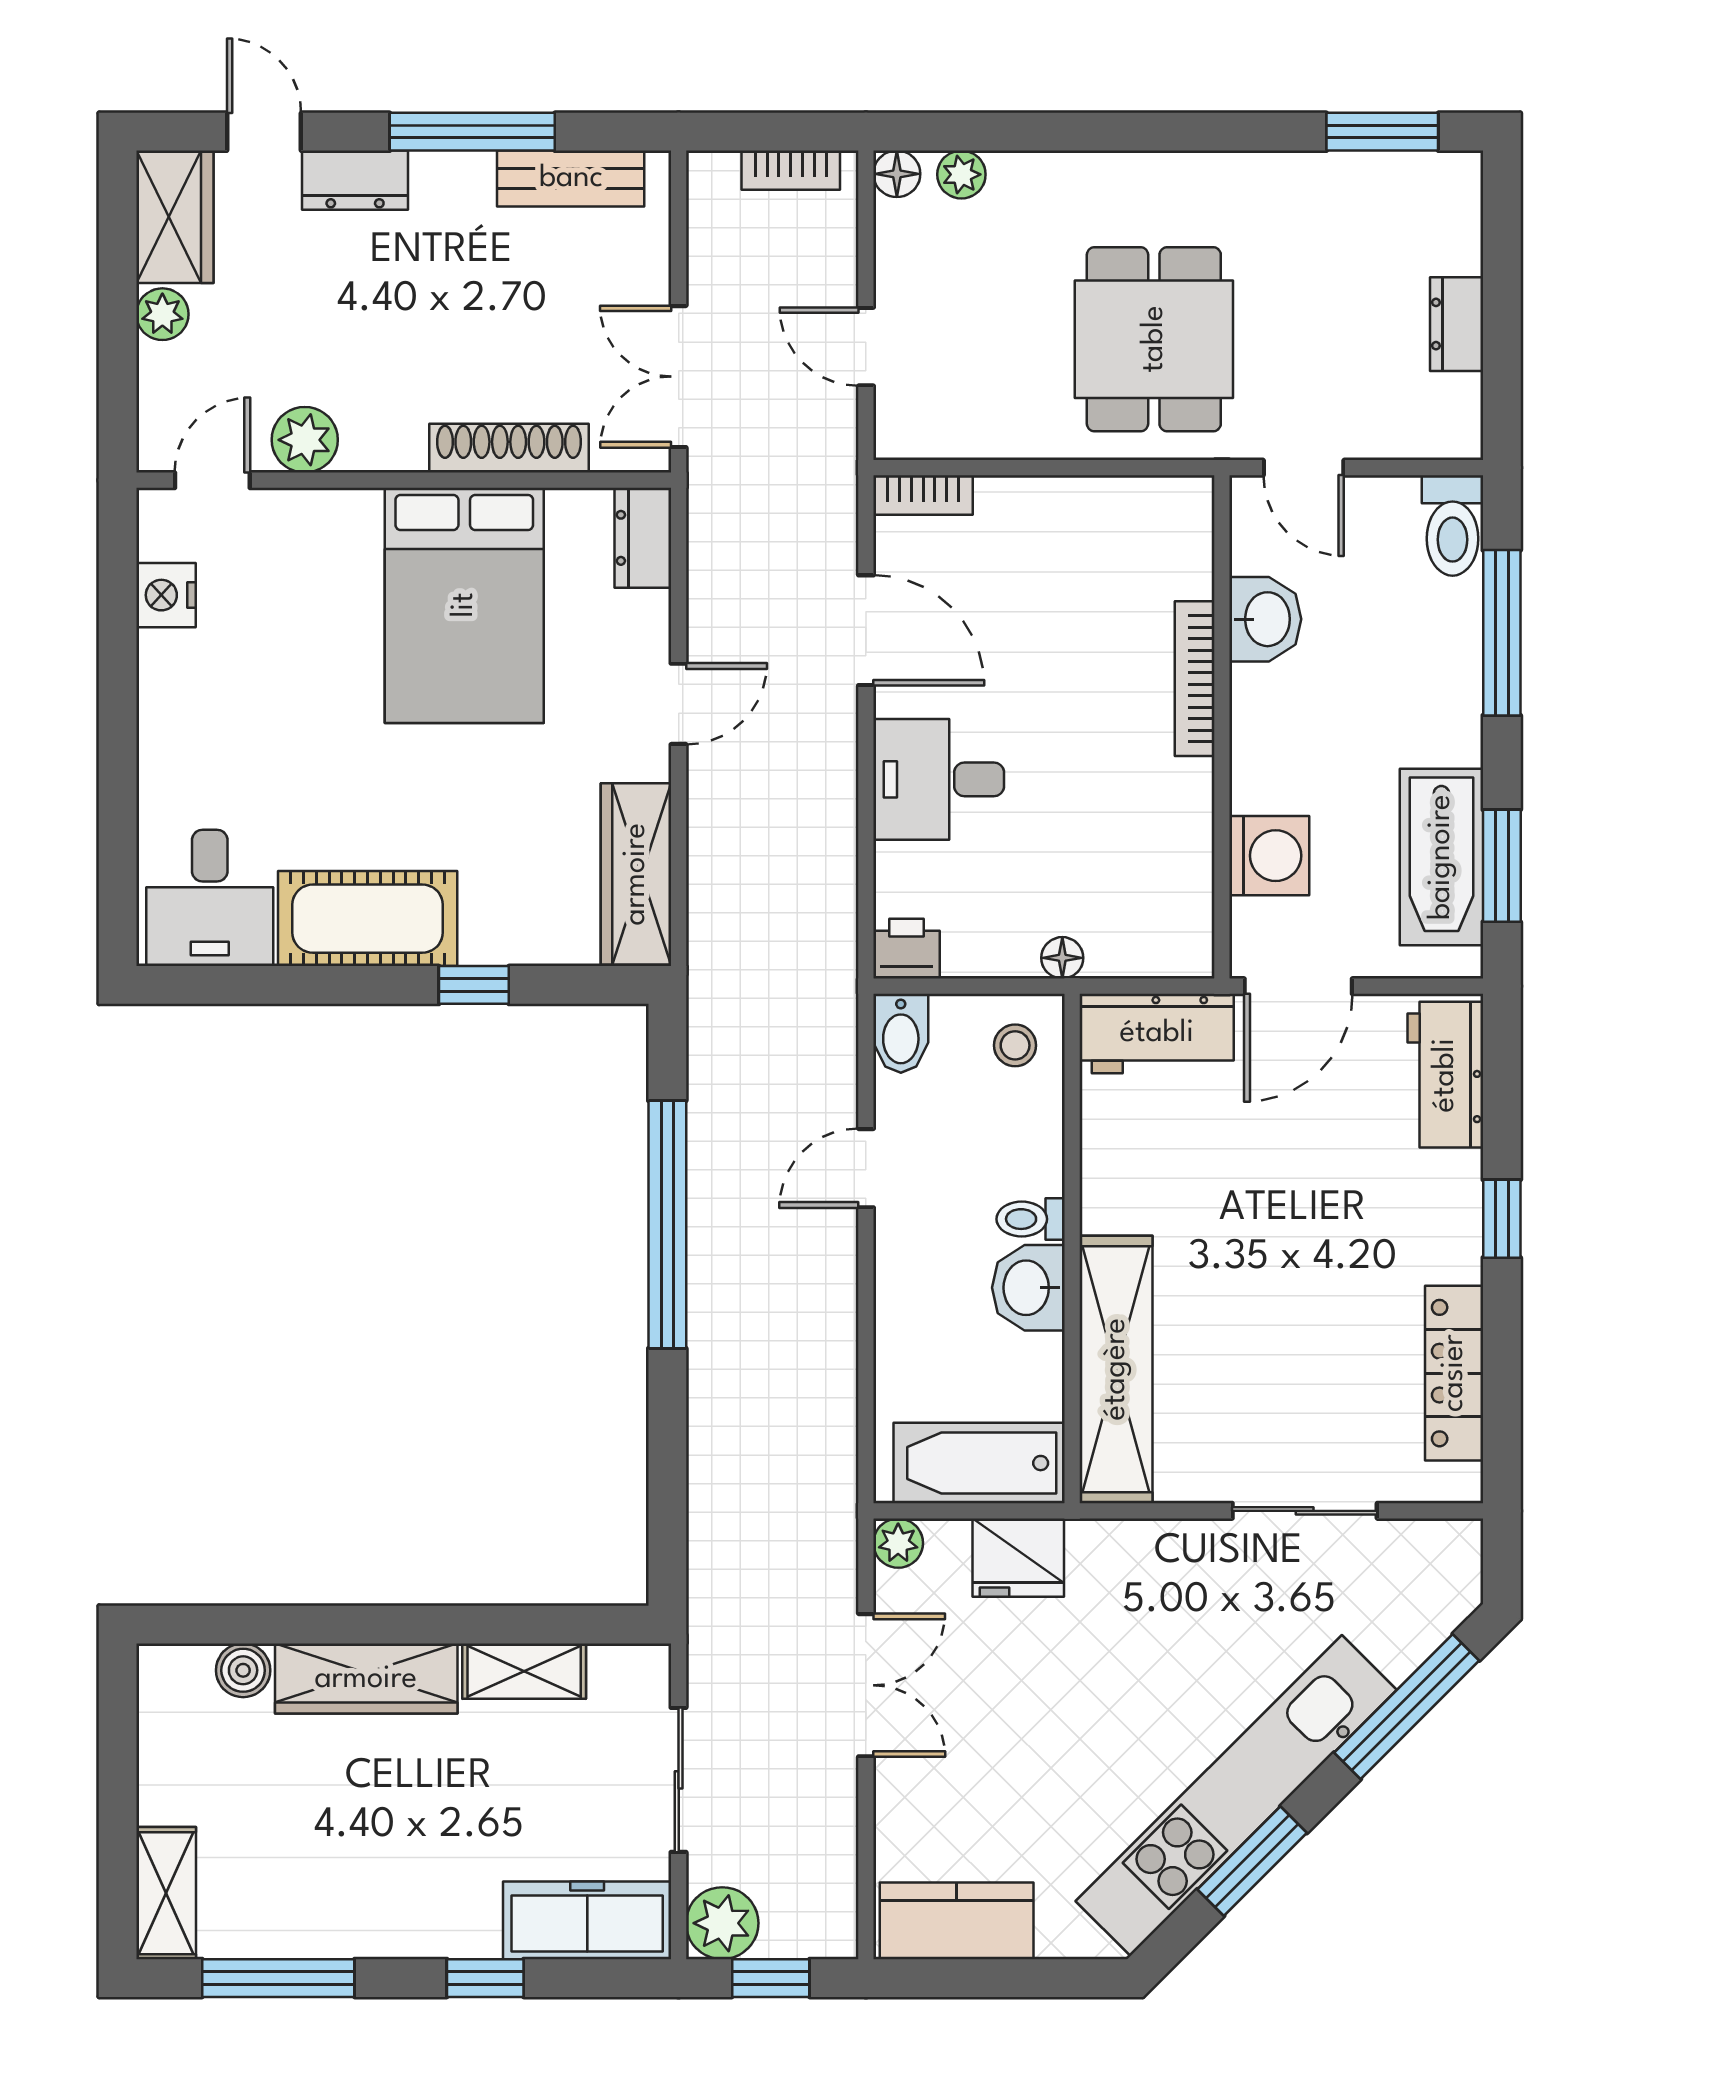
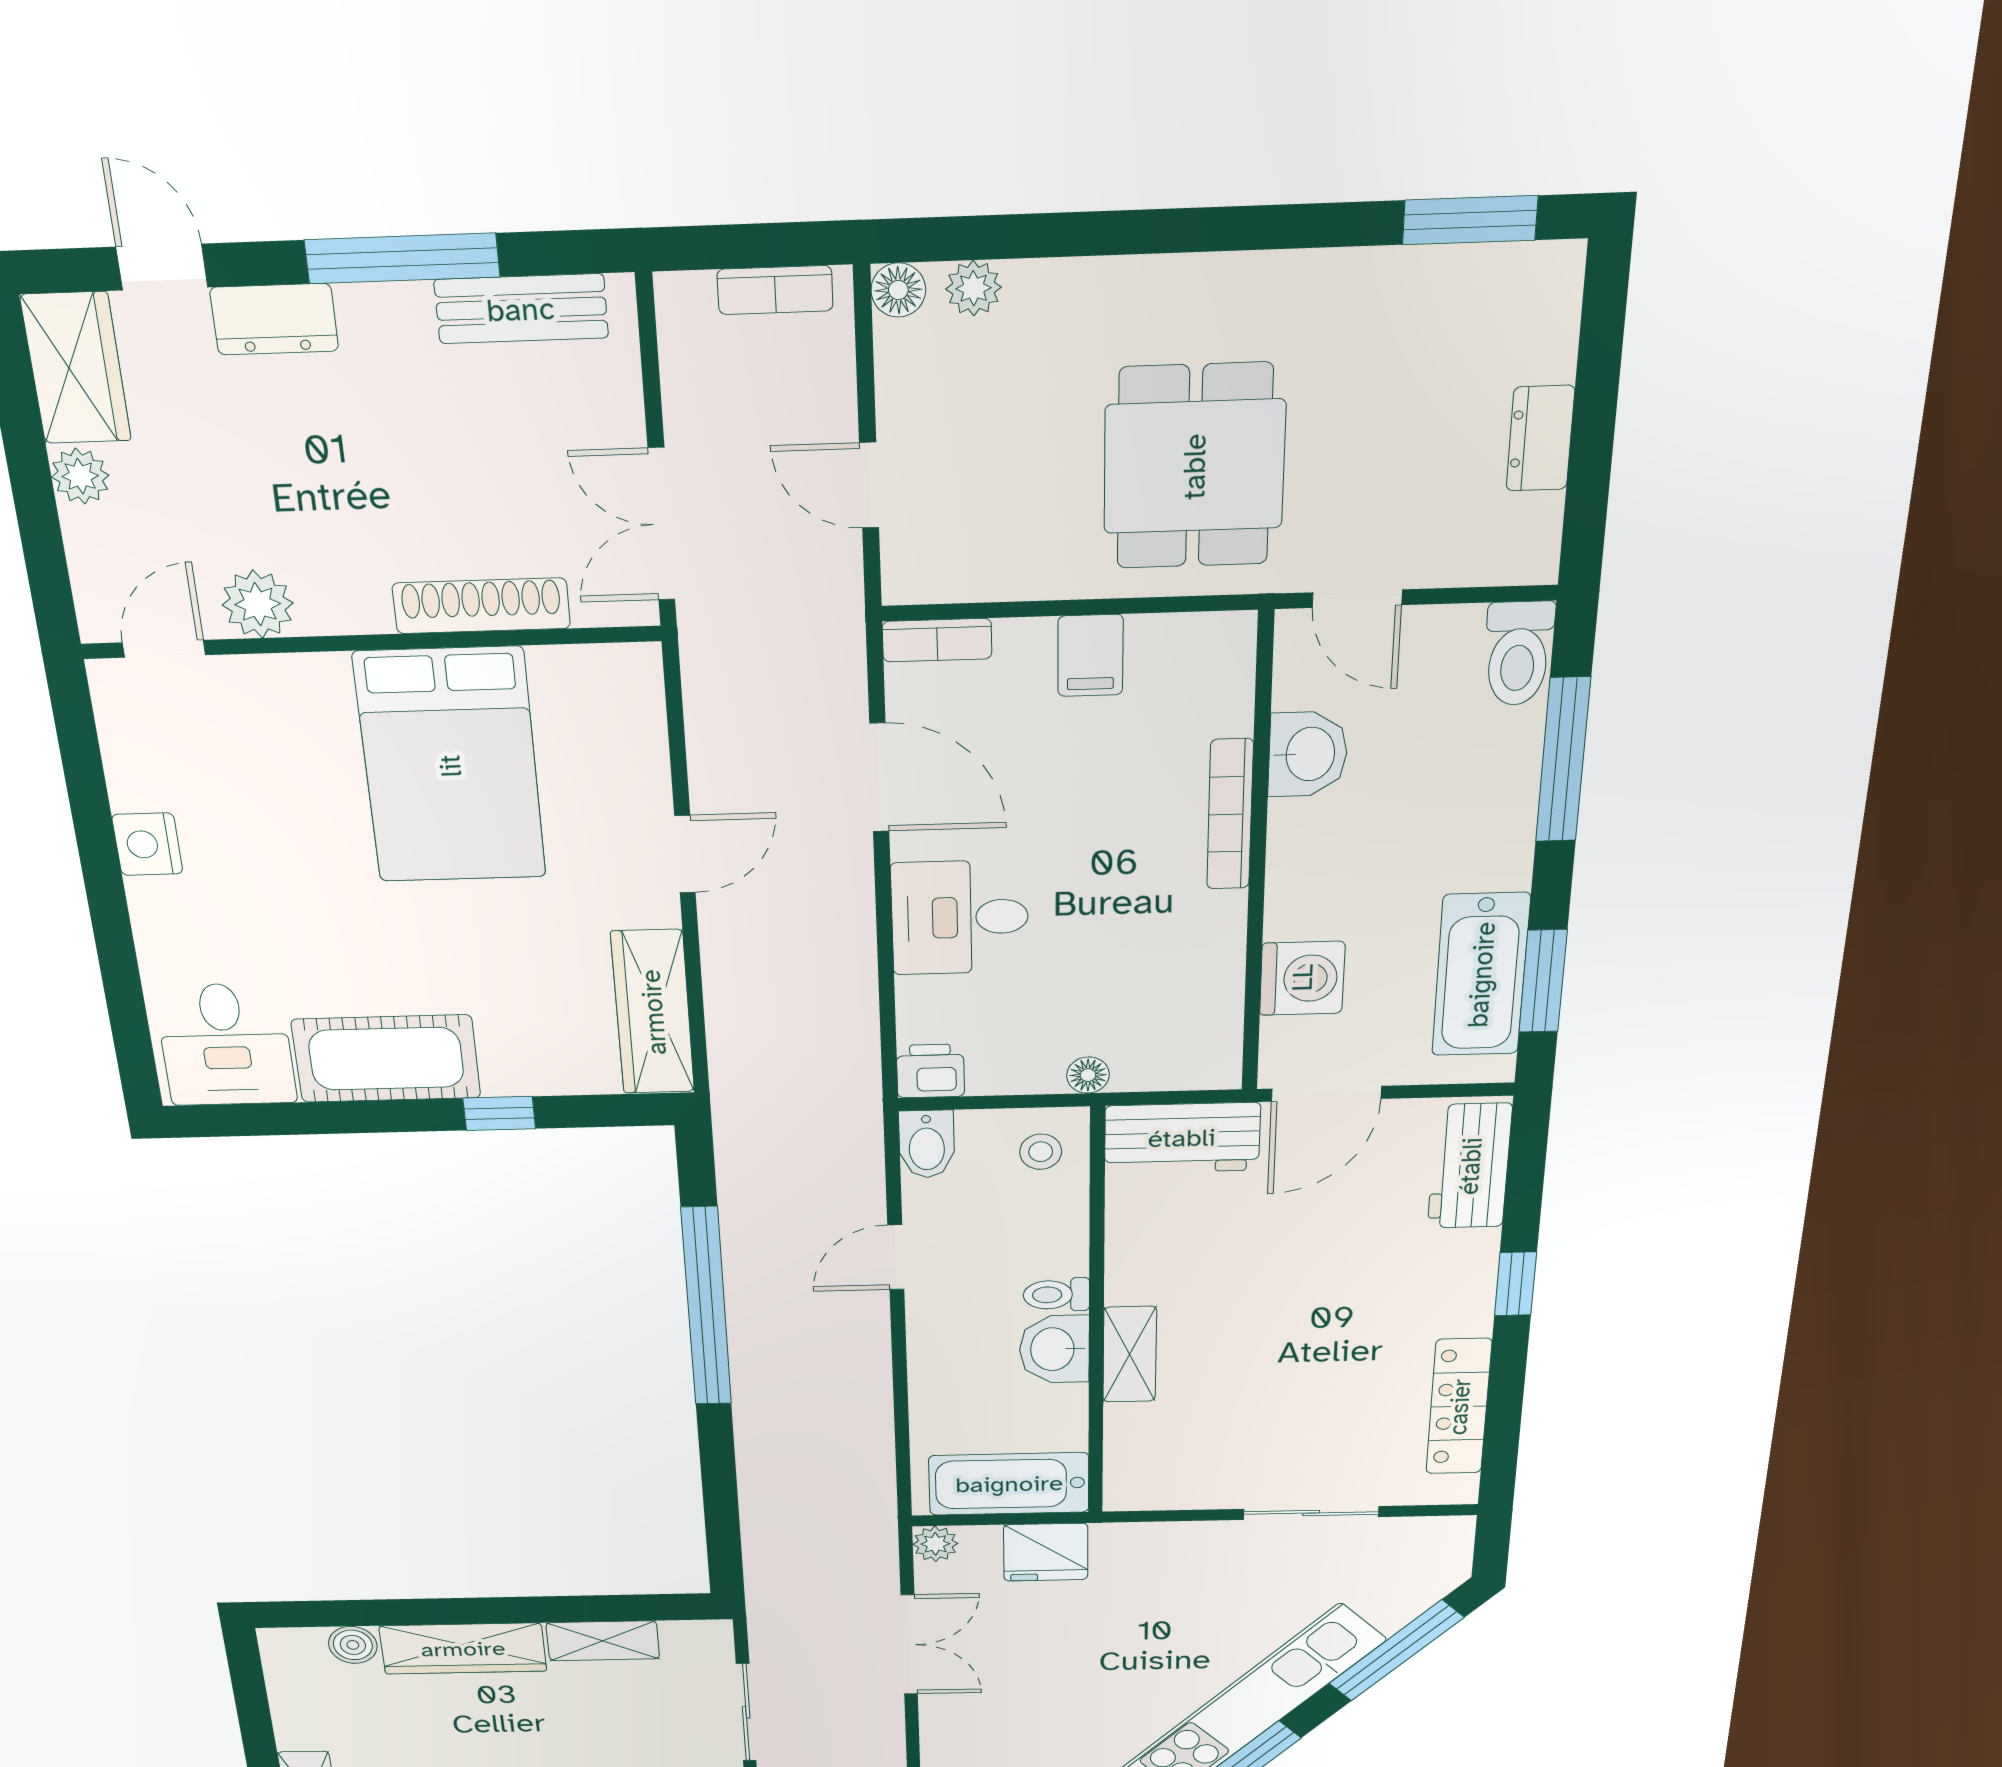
filing cabinet: (1063, 515) -> (1090, 655), added
dresser: (643, 538) -> (635, 693), removed
nightstand: (166, 595) -> (147, 844), moved
shelving: (1116, 1369) -> (1130, 1354), width x0.45, depth x0.75

